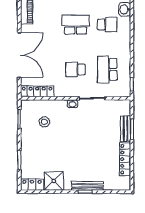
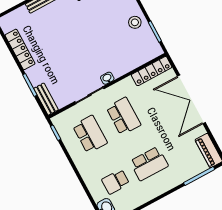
school desk: (76, 69) -> (124, 116), width x1.85
stool: (44, 122) -> (135, 22), moved
bench: (126, 129) -> (46, 99), moved

